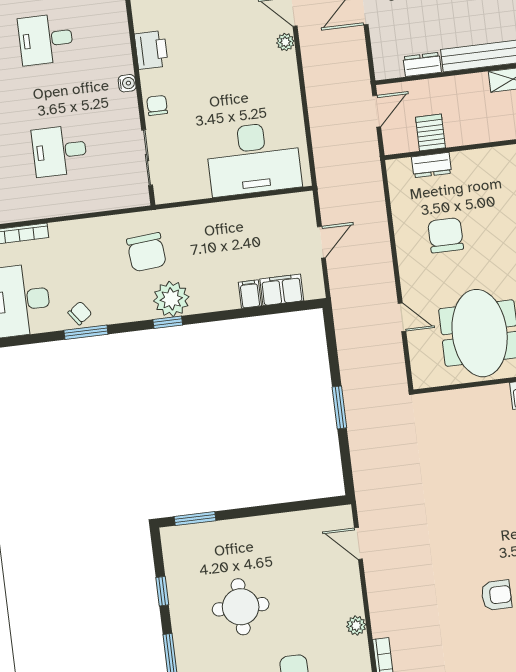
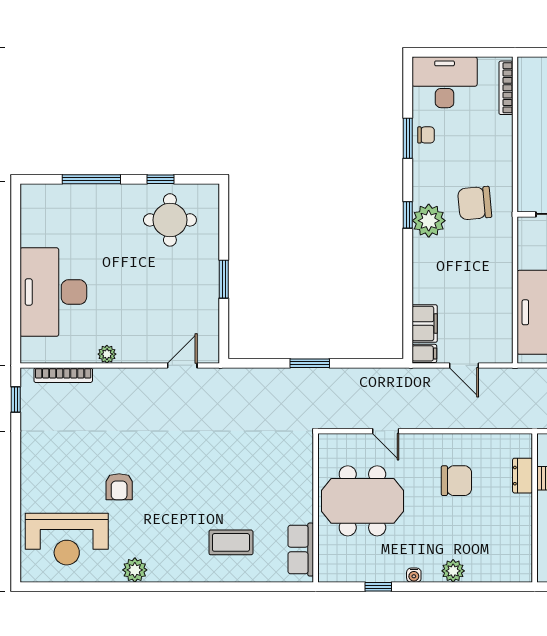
filing cabinet: (250, 294) -> (424, 353), moved
chair: (80, 313) -> (426, 135), turned -54
door: (402, 317) -> (386, 431), hinge flipped
window: (195, 519) -> (224, 279), moved
round table: (241, 607) -> (170, 220), moved

